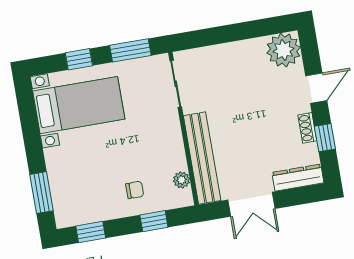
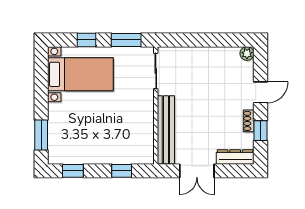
plant: (284, 50) -> (247, 53), width x0.53, depth x0.53
plant: (182, 180) -> (148, 144), removed
chair: (135, 190) -> (111, 145), removed

